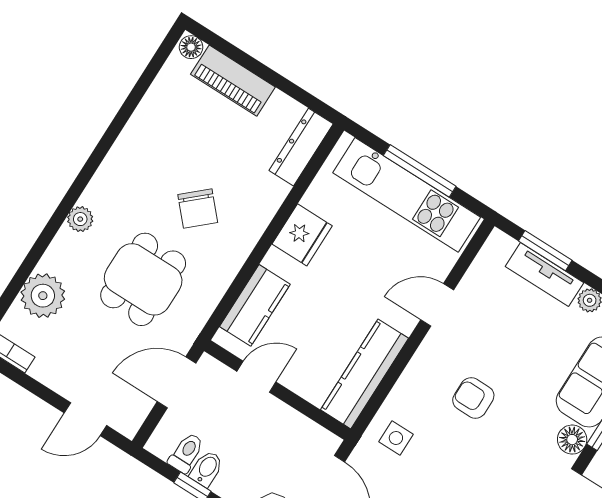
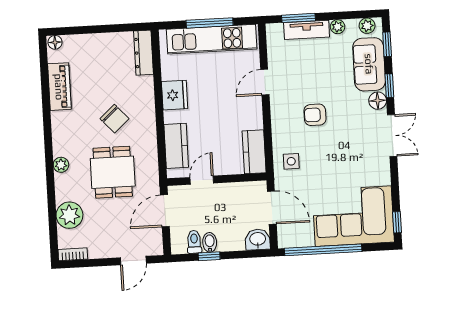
piano: (233, 81) -> (59, 87), moved, turned -90
kitchen counter: (364, 374) -> (254, 152), width x0.67

